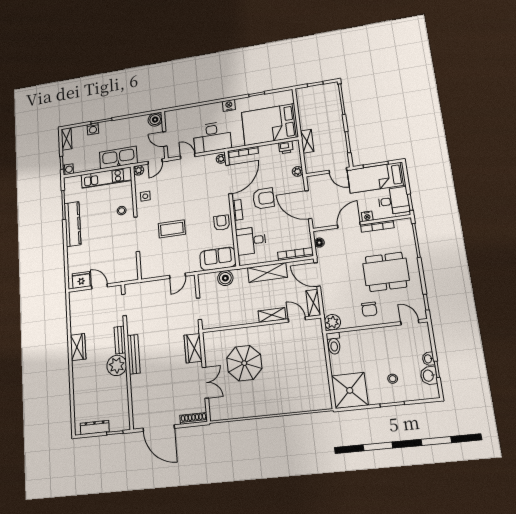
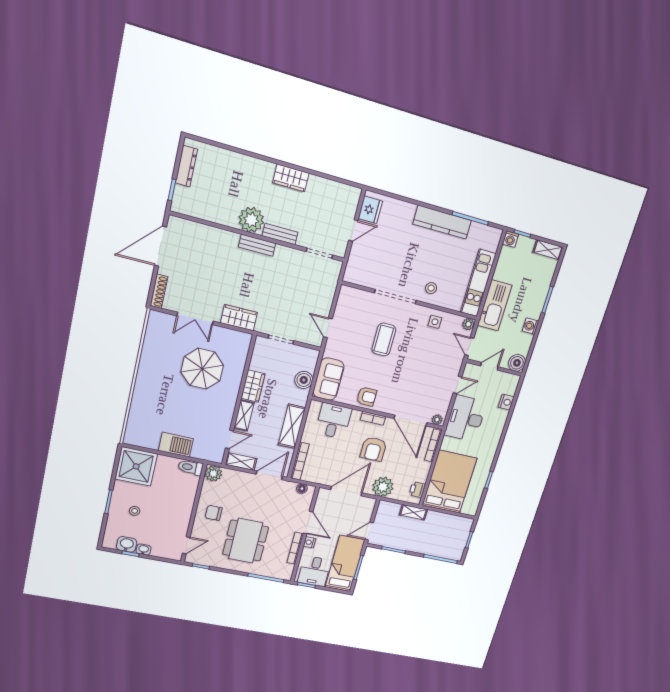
nightstand: (229, 105) -> (506, 402), moved
washing machine: (93, 129) -> (531, 326), moved
plant: (298, 171) -> (383, 487), width x1.87, depth x1.87
wardrobe: (244, 317) -> (253, 386), added
bench: (134, 354) -> (257, 245), width x0.73
barbecue: (318, 363) -> (176, 445), added

